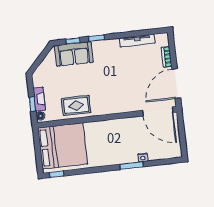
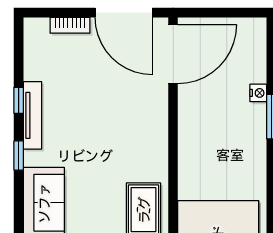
window: (73, 41) -> (19, 100), moved
tv unit: (137, 41) -> (32, 115), moved

